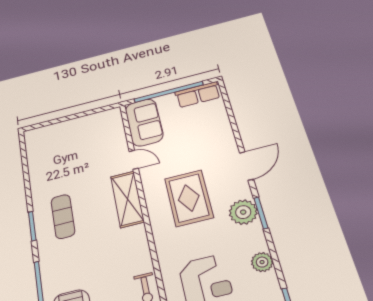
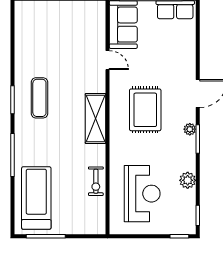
shelving: (127, 199) -> (95, 119), moved
plant: (243, 212) -> (190, 129), width x0.53, depth x0.53

